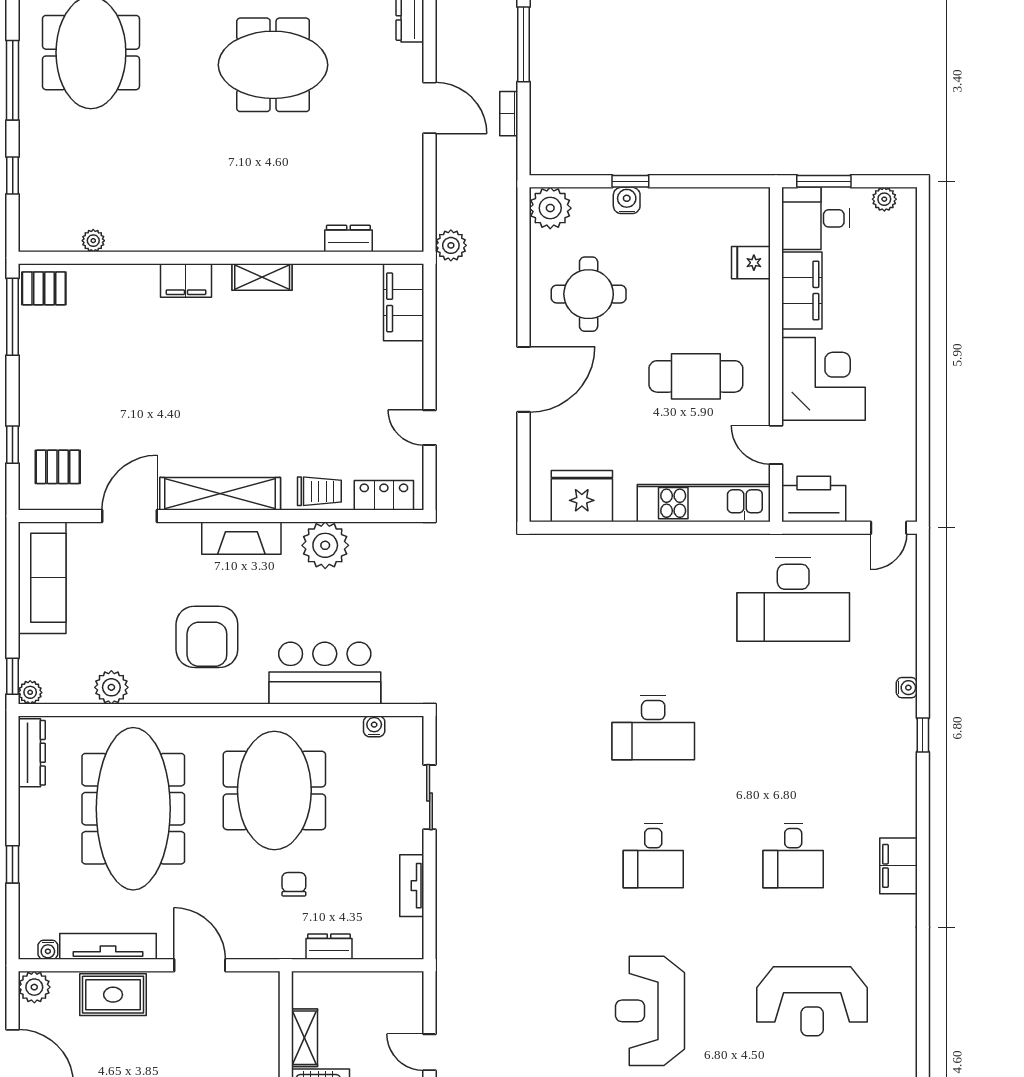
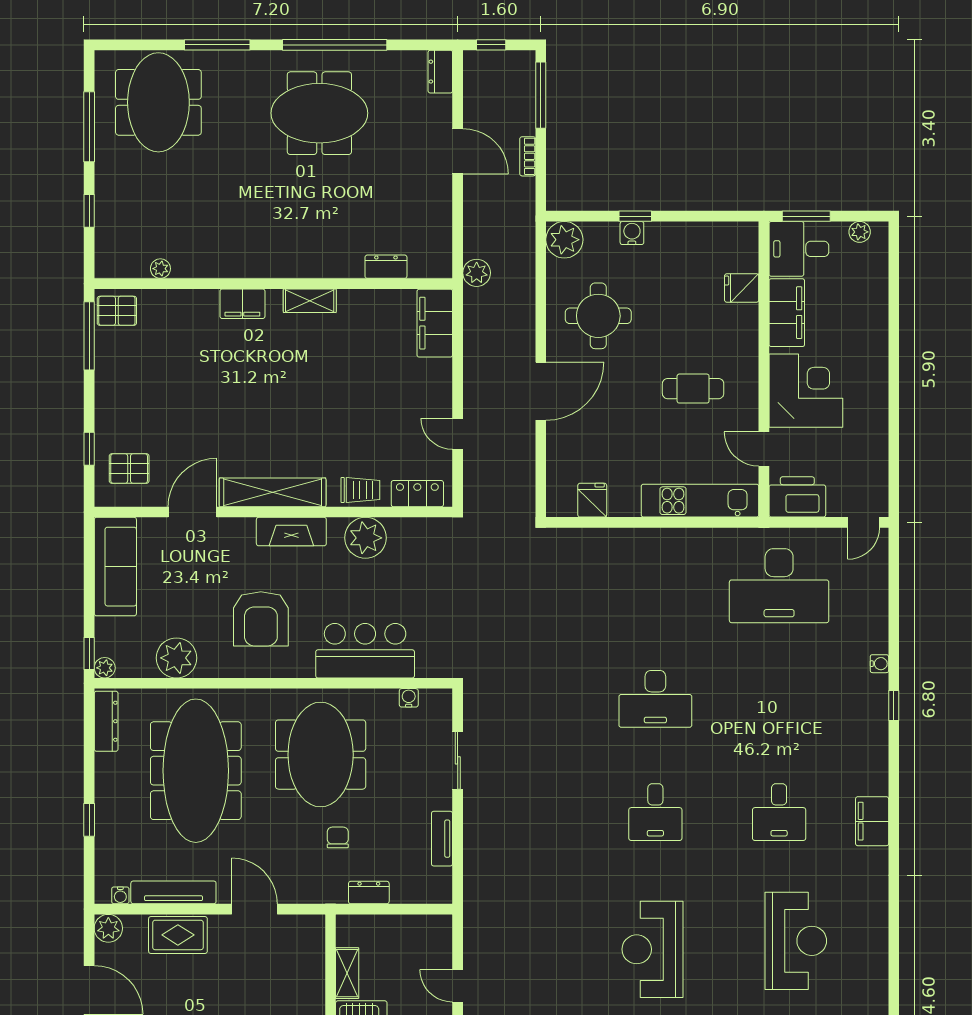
cafe table: (696, 376) -> (693, 389), width x0.73, depth x0.74
fridge: (582, 496) -> (592, 500), width x0.53, depth x0.75
plant: (111, 687) -> (176, 658), width x1.36, depth x1.36
reception desk: (812, 1001) -> (796, 941), turned -90

